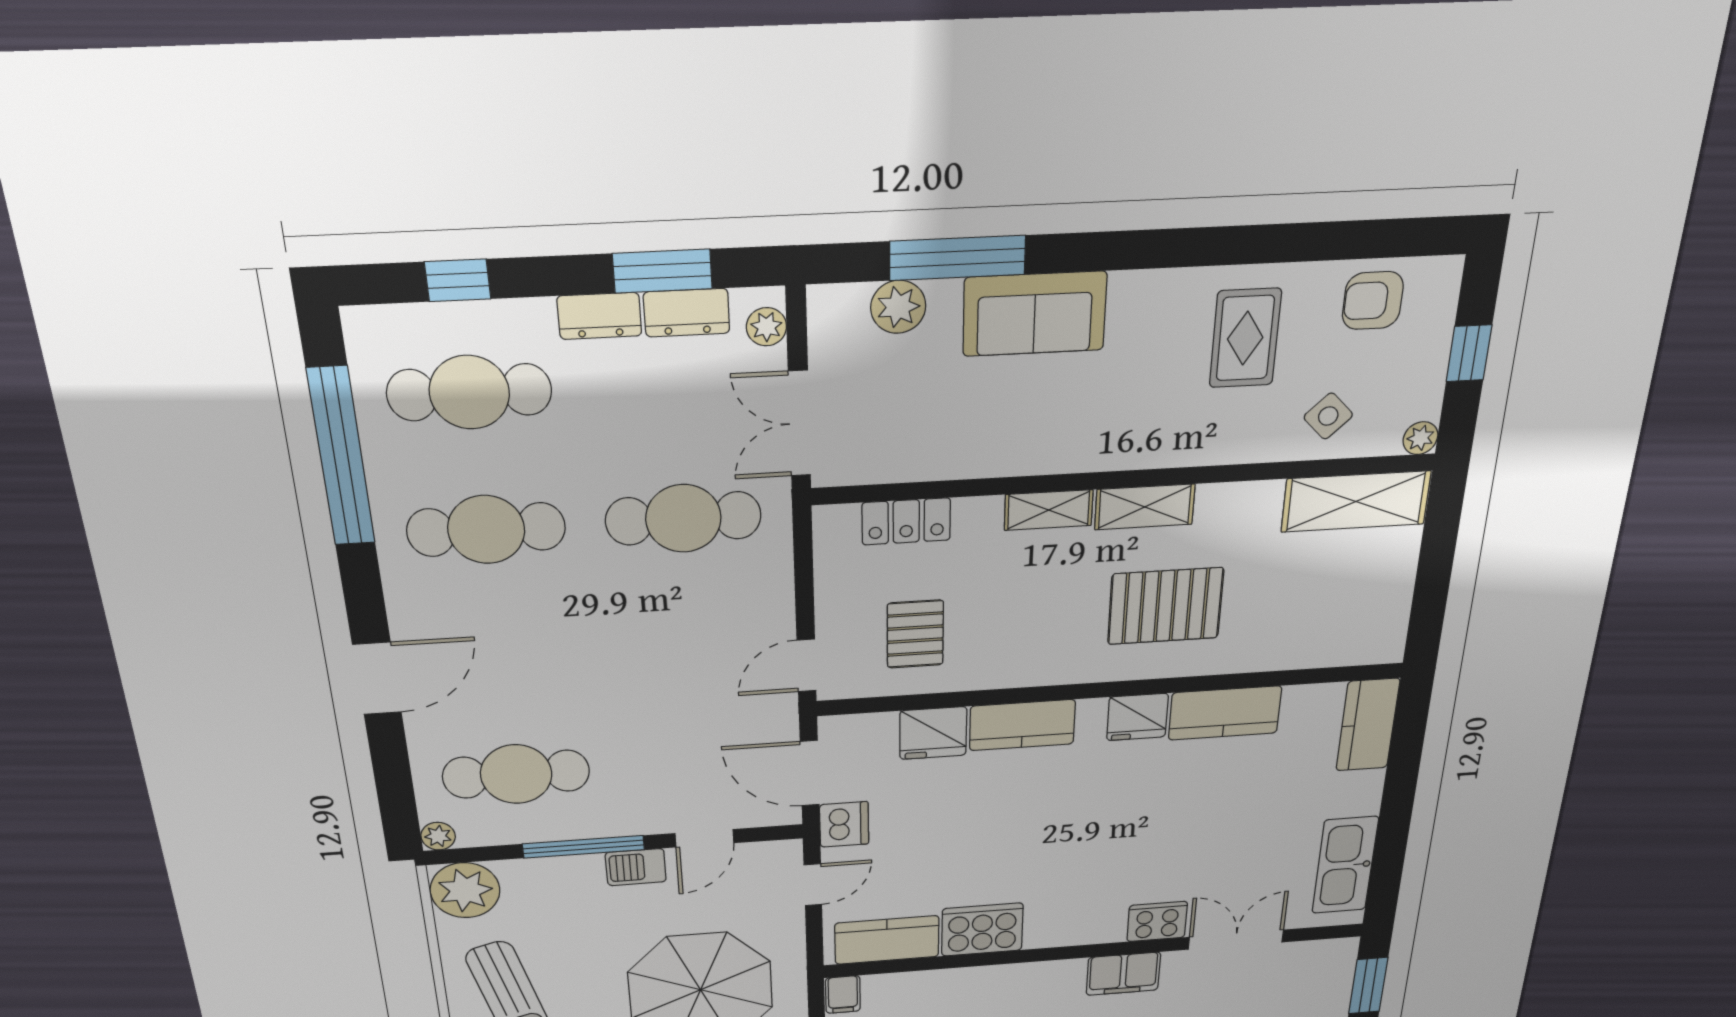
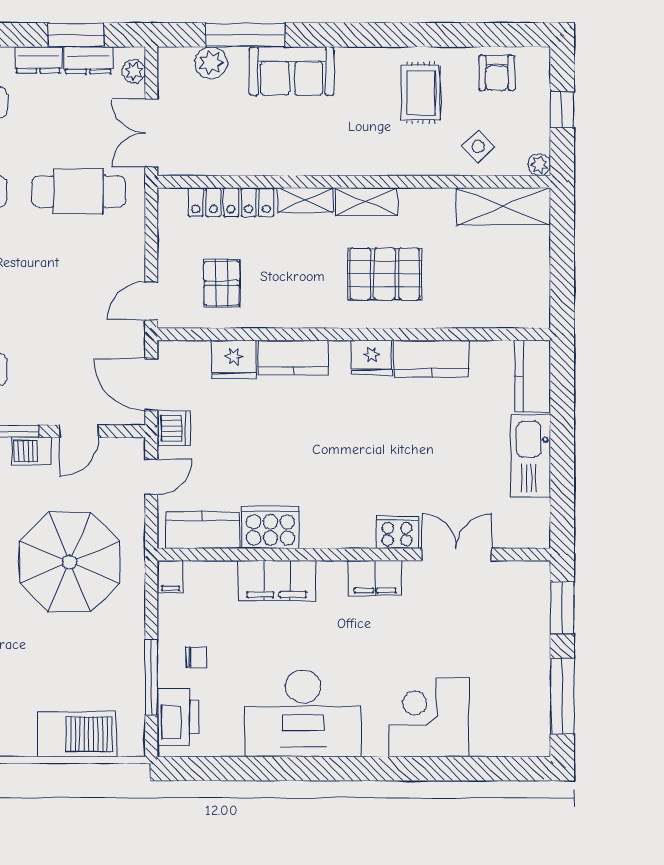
armchair: (1373, 301) -> (497, 73), turned -90
locker: (906, 521) -> (231, 202), width x1.53
kitchen sink: (1345, 865) -> (531, 456), moved
filing cabinet: (989, 987) -> (277, 580), added

